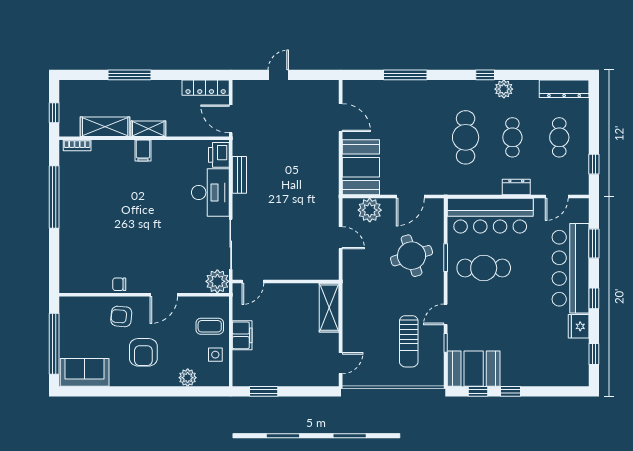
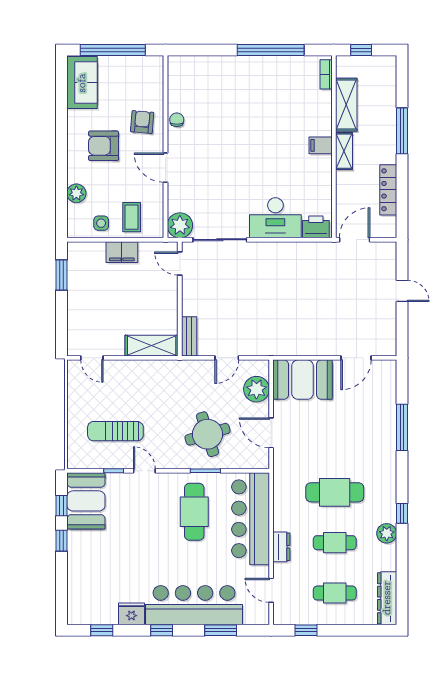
locker: (206, 88) -> (388, 190), moved
bench: (239, 175) -> (189, 336), moved, turned 90

